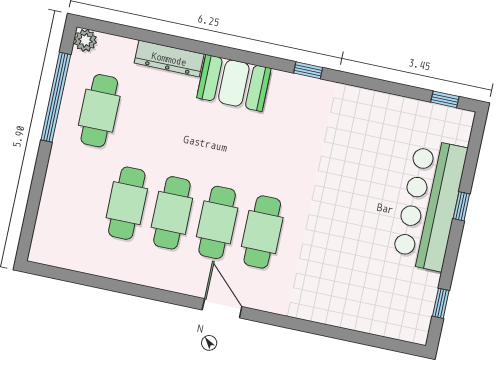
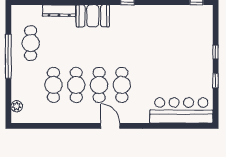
plant: (85, 40) -> (17, 106), moved
window: (56, 97) -> (8, 56), moved
bar counter: (430, 205) -> (181, 110), moved, turned 90
window: (441, 303) -> (216, 81), moved

